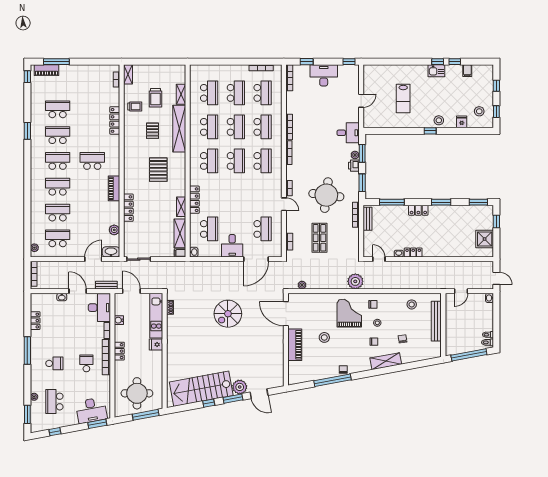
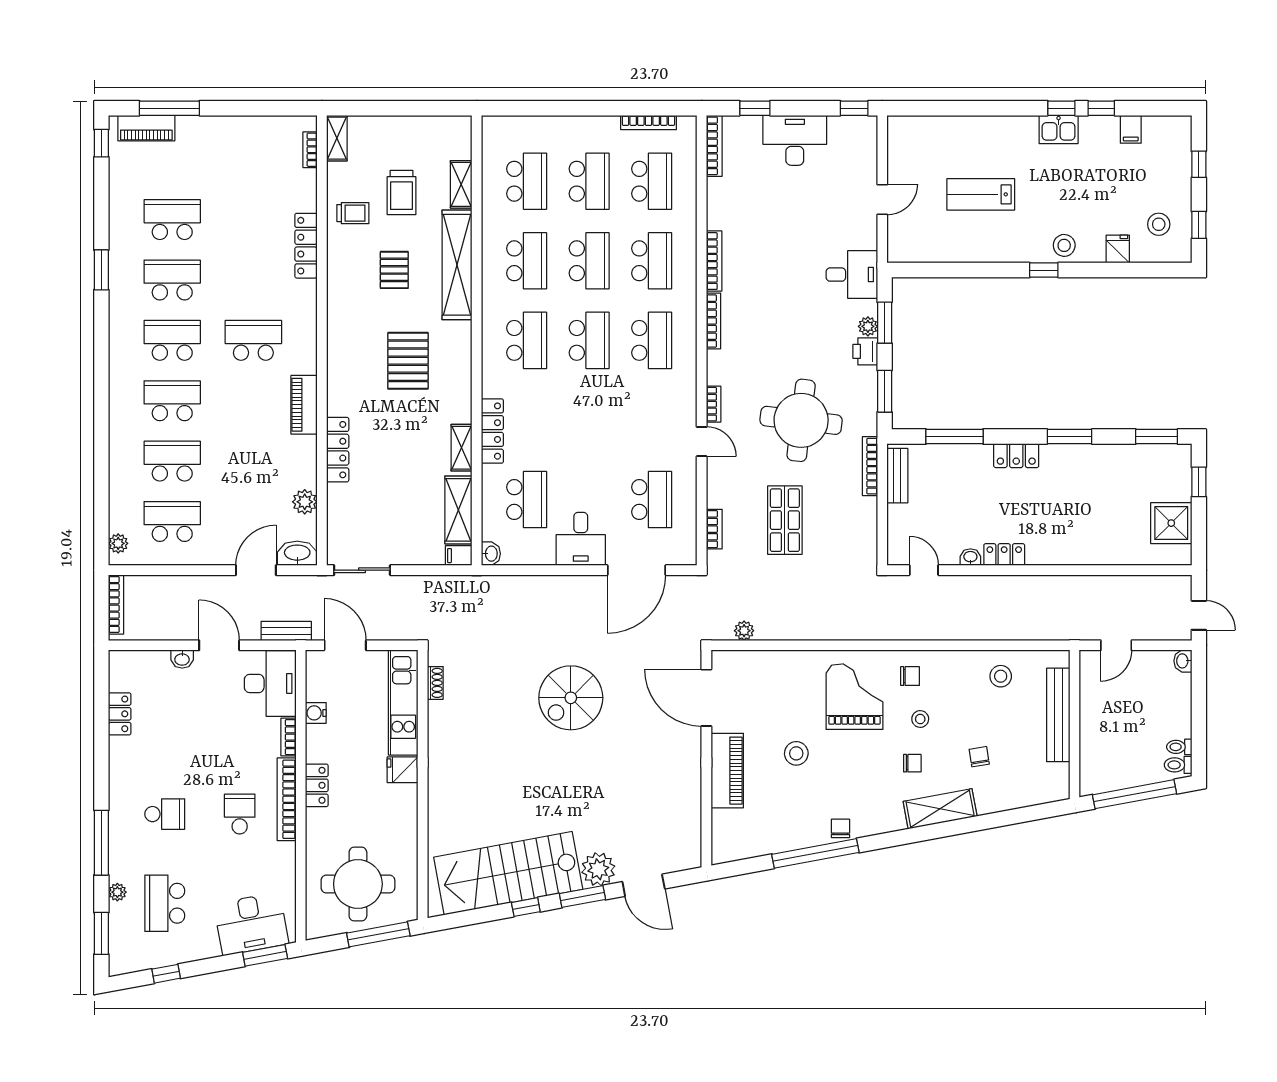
lab bench: (403, 99) -> (981, 194), turned 90
plant: (355, 281) -> (869, 622), removed
window: (27, 350) -> (101, 843), moved

